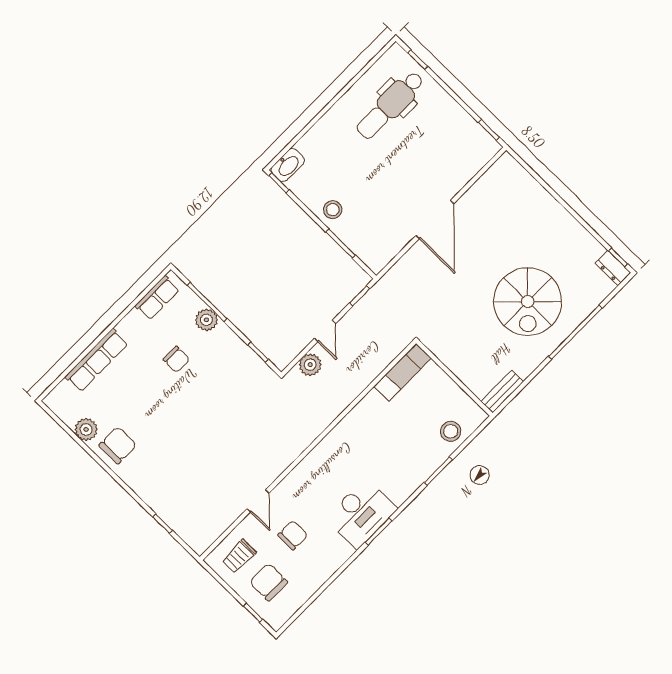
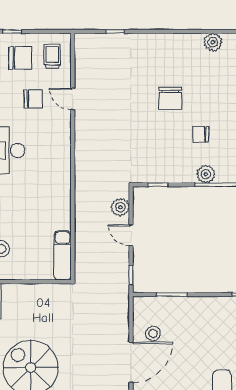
stool: (333, 210) -> (153, 334), moved
door: (435, 220) -> (131, 362), swing flipped
chair: (118, 445) -> (170, 98), moved
chair: (293, 535) -> (33, 99), turned -90

